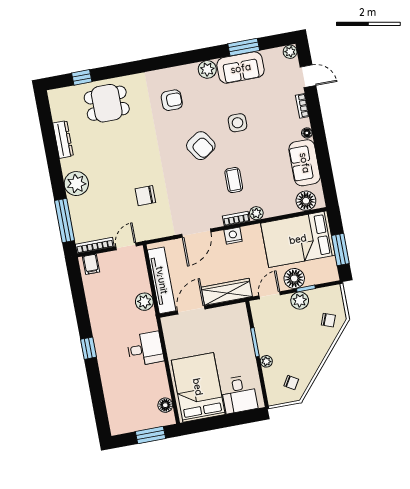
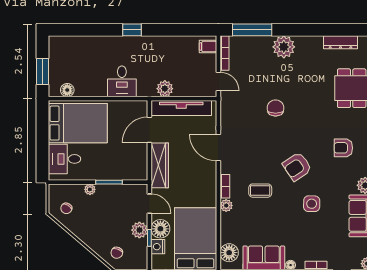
armchair: (172, 100) -> (343, 148), turned 90
dresser: (63, 139) -> (340, 42), moved
chair: (145, 196) -> (276, 108), moved
nightstand: (233, 236) -> (158, 247), moved, turned 180
door: (191, 310) -> (149, 130), swing flipped

